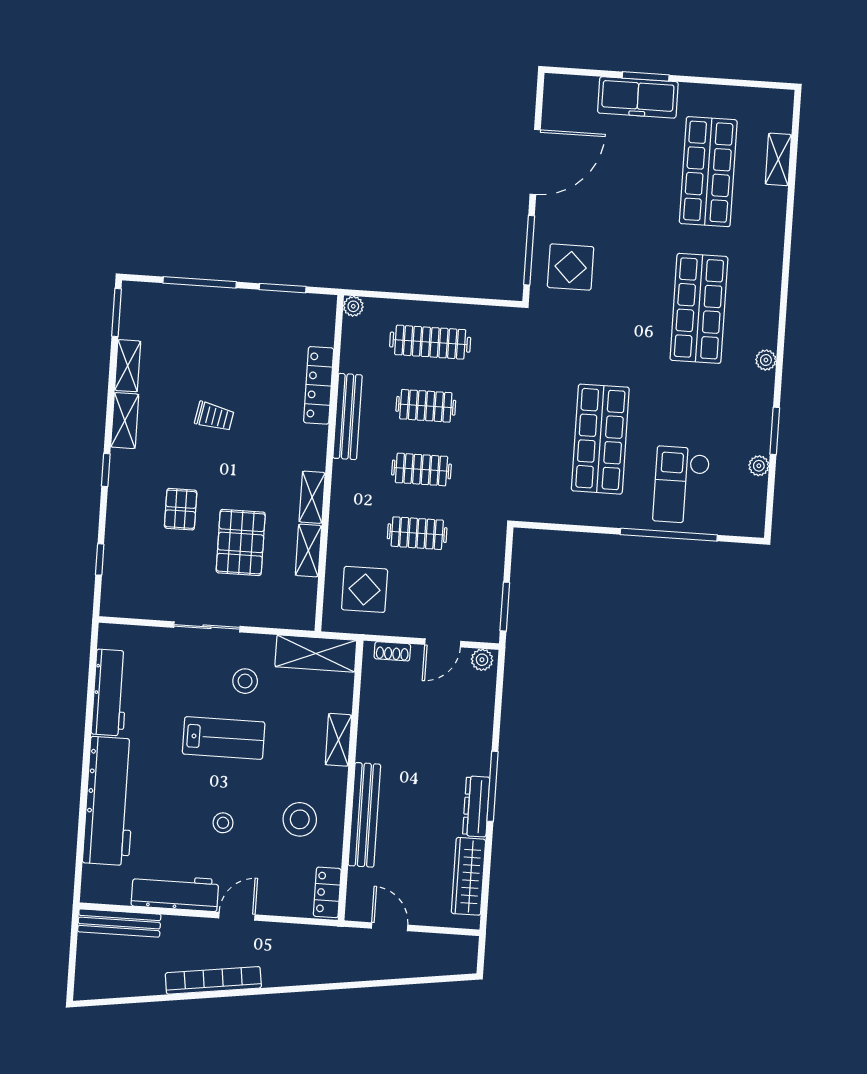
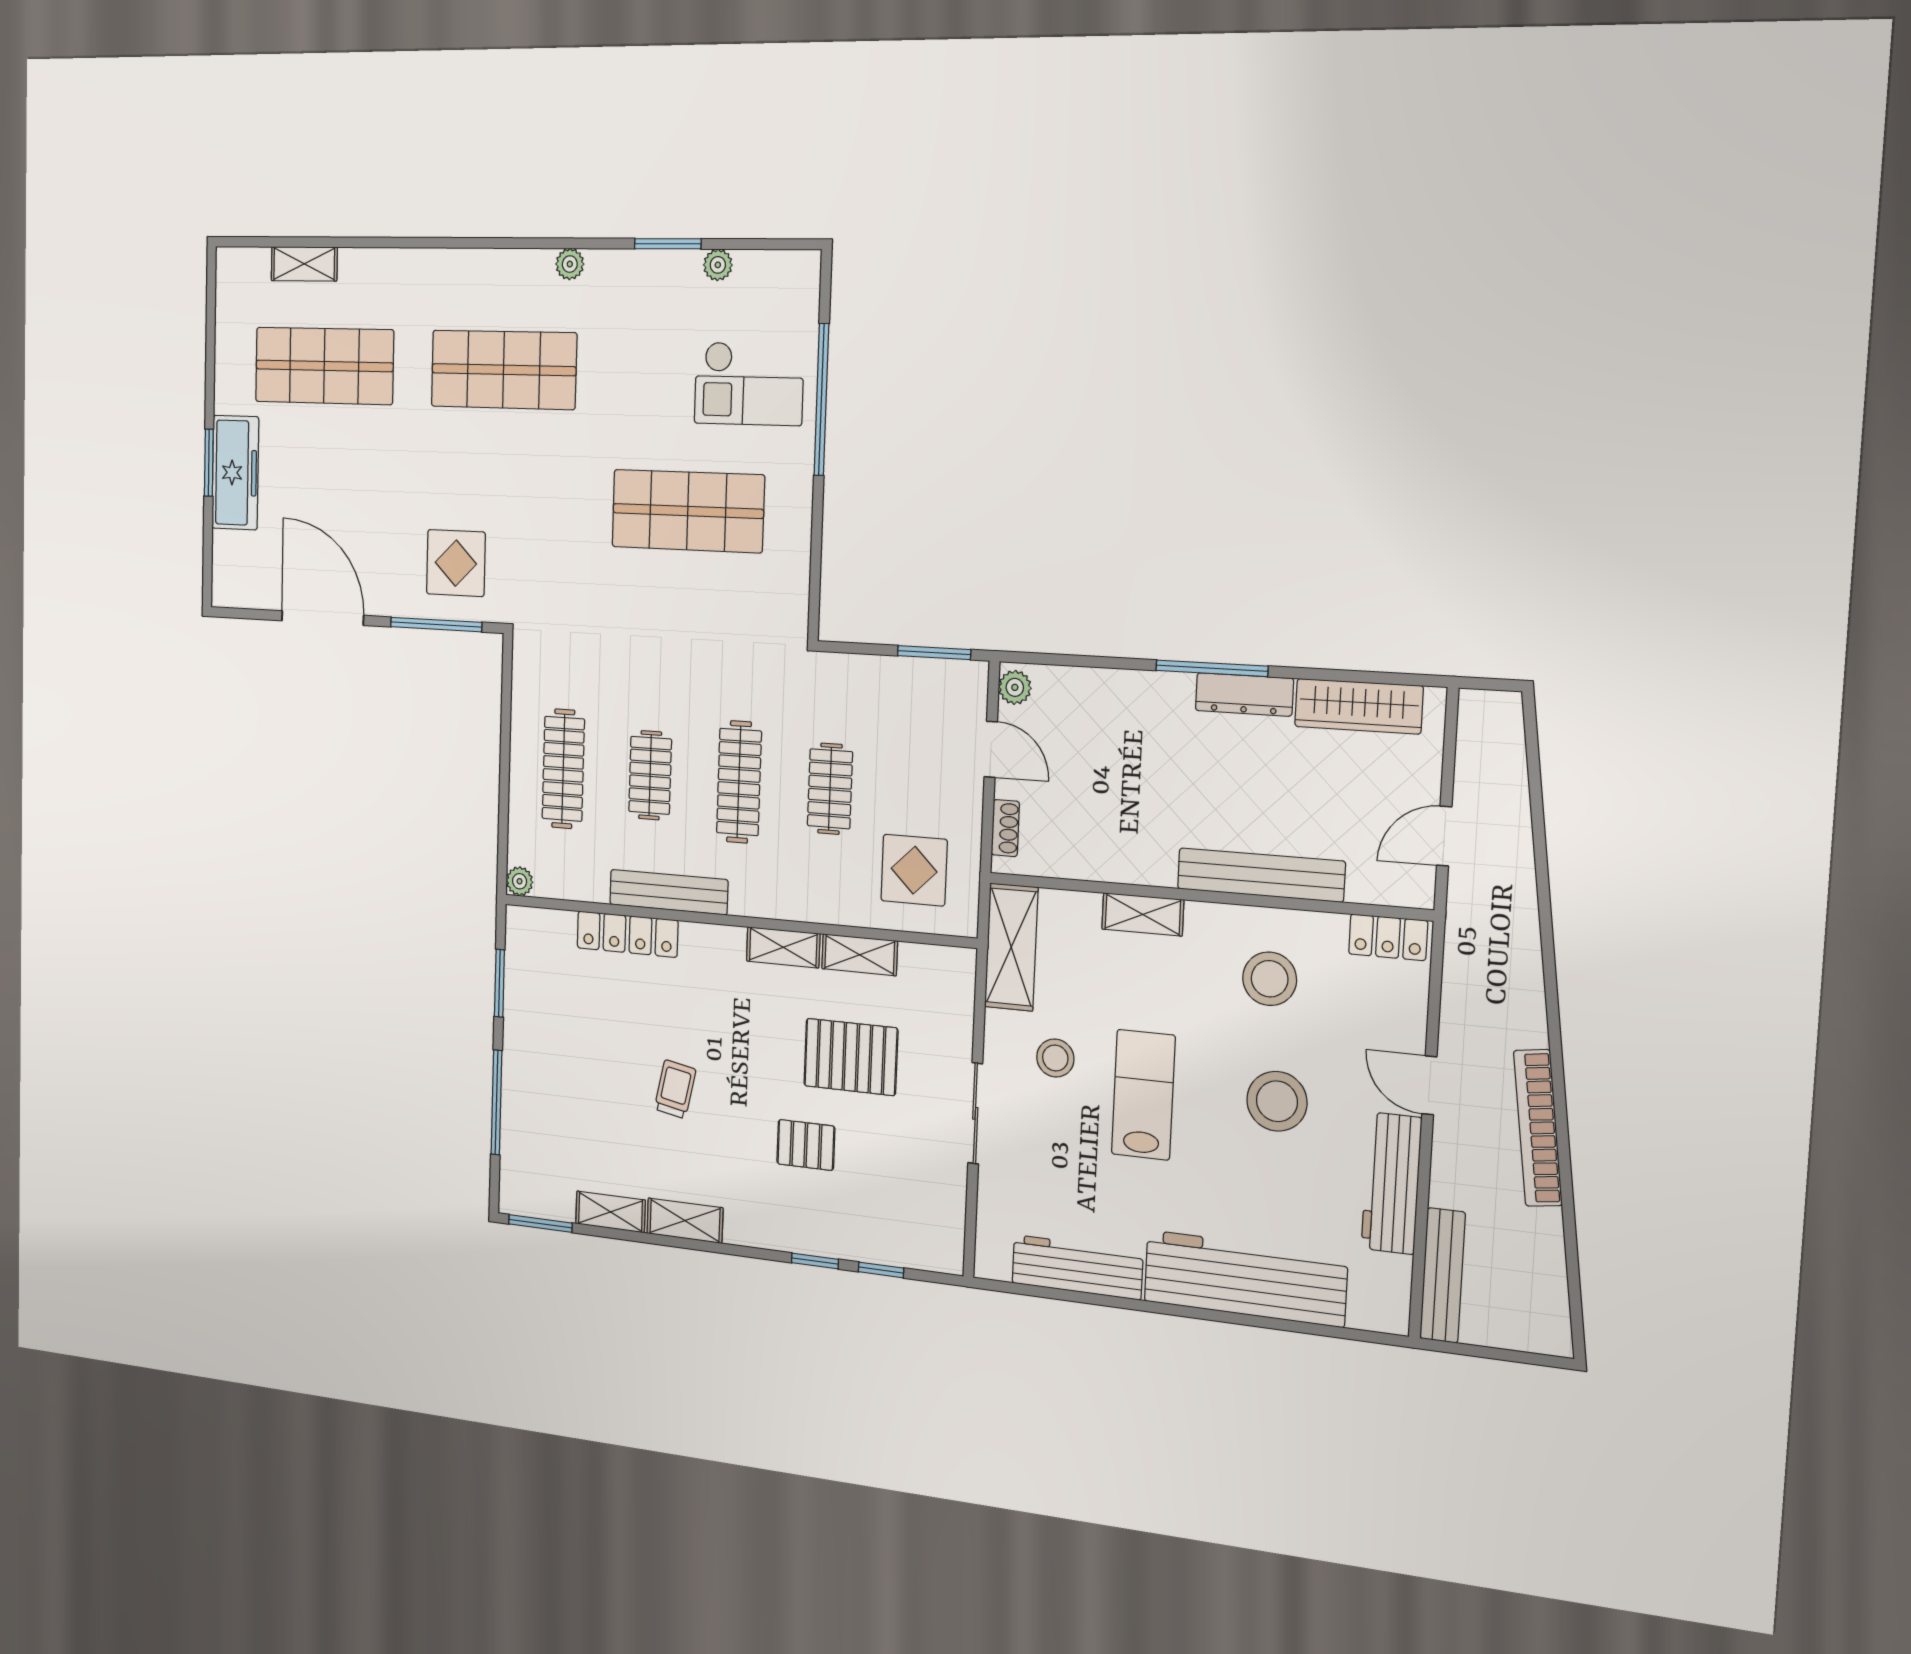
clothes rail: (421, 469) -> (739, 782), width x1.36
window: (106, 470) -> (815, 1261), moved
stool: (223, 823) -> (1277, 1101), width x1.89, depth x1.89

